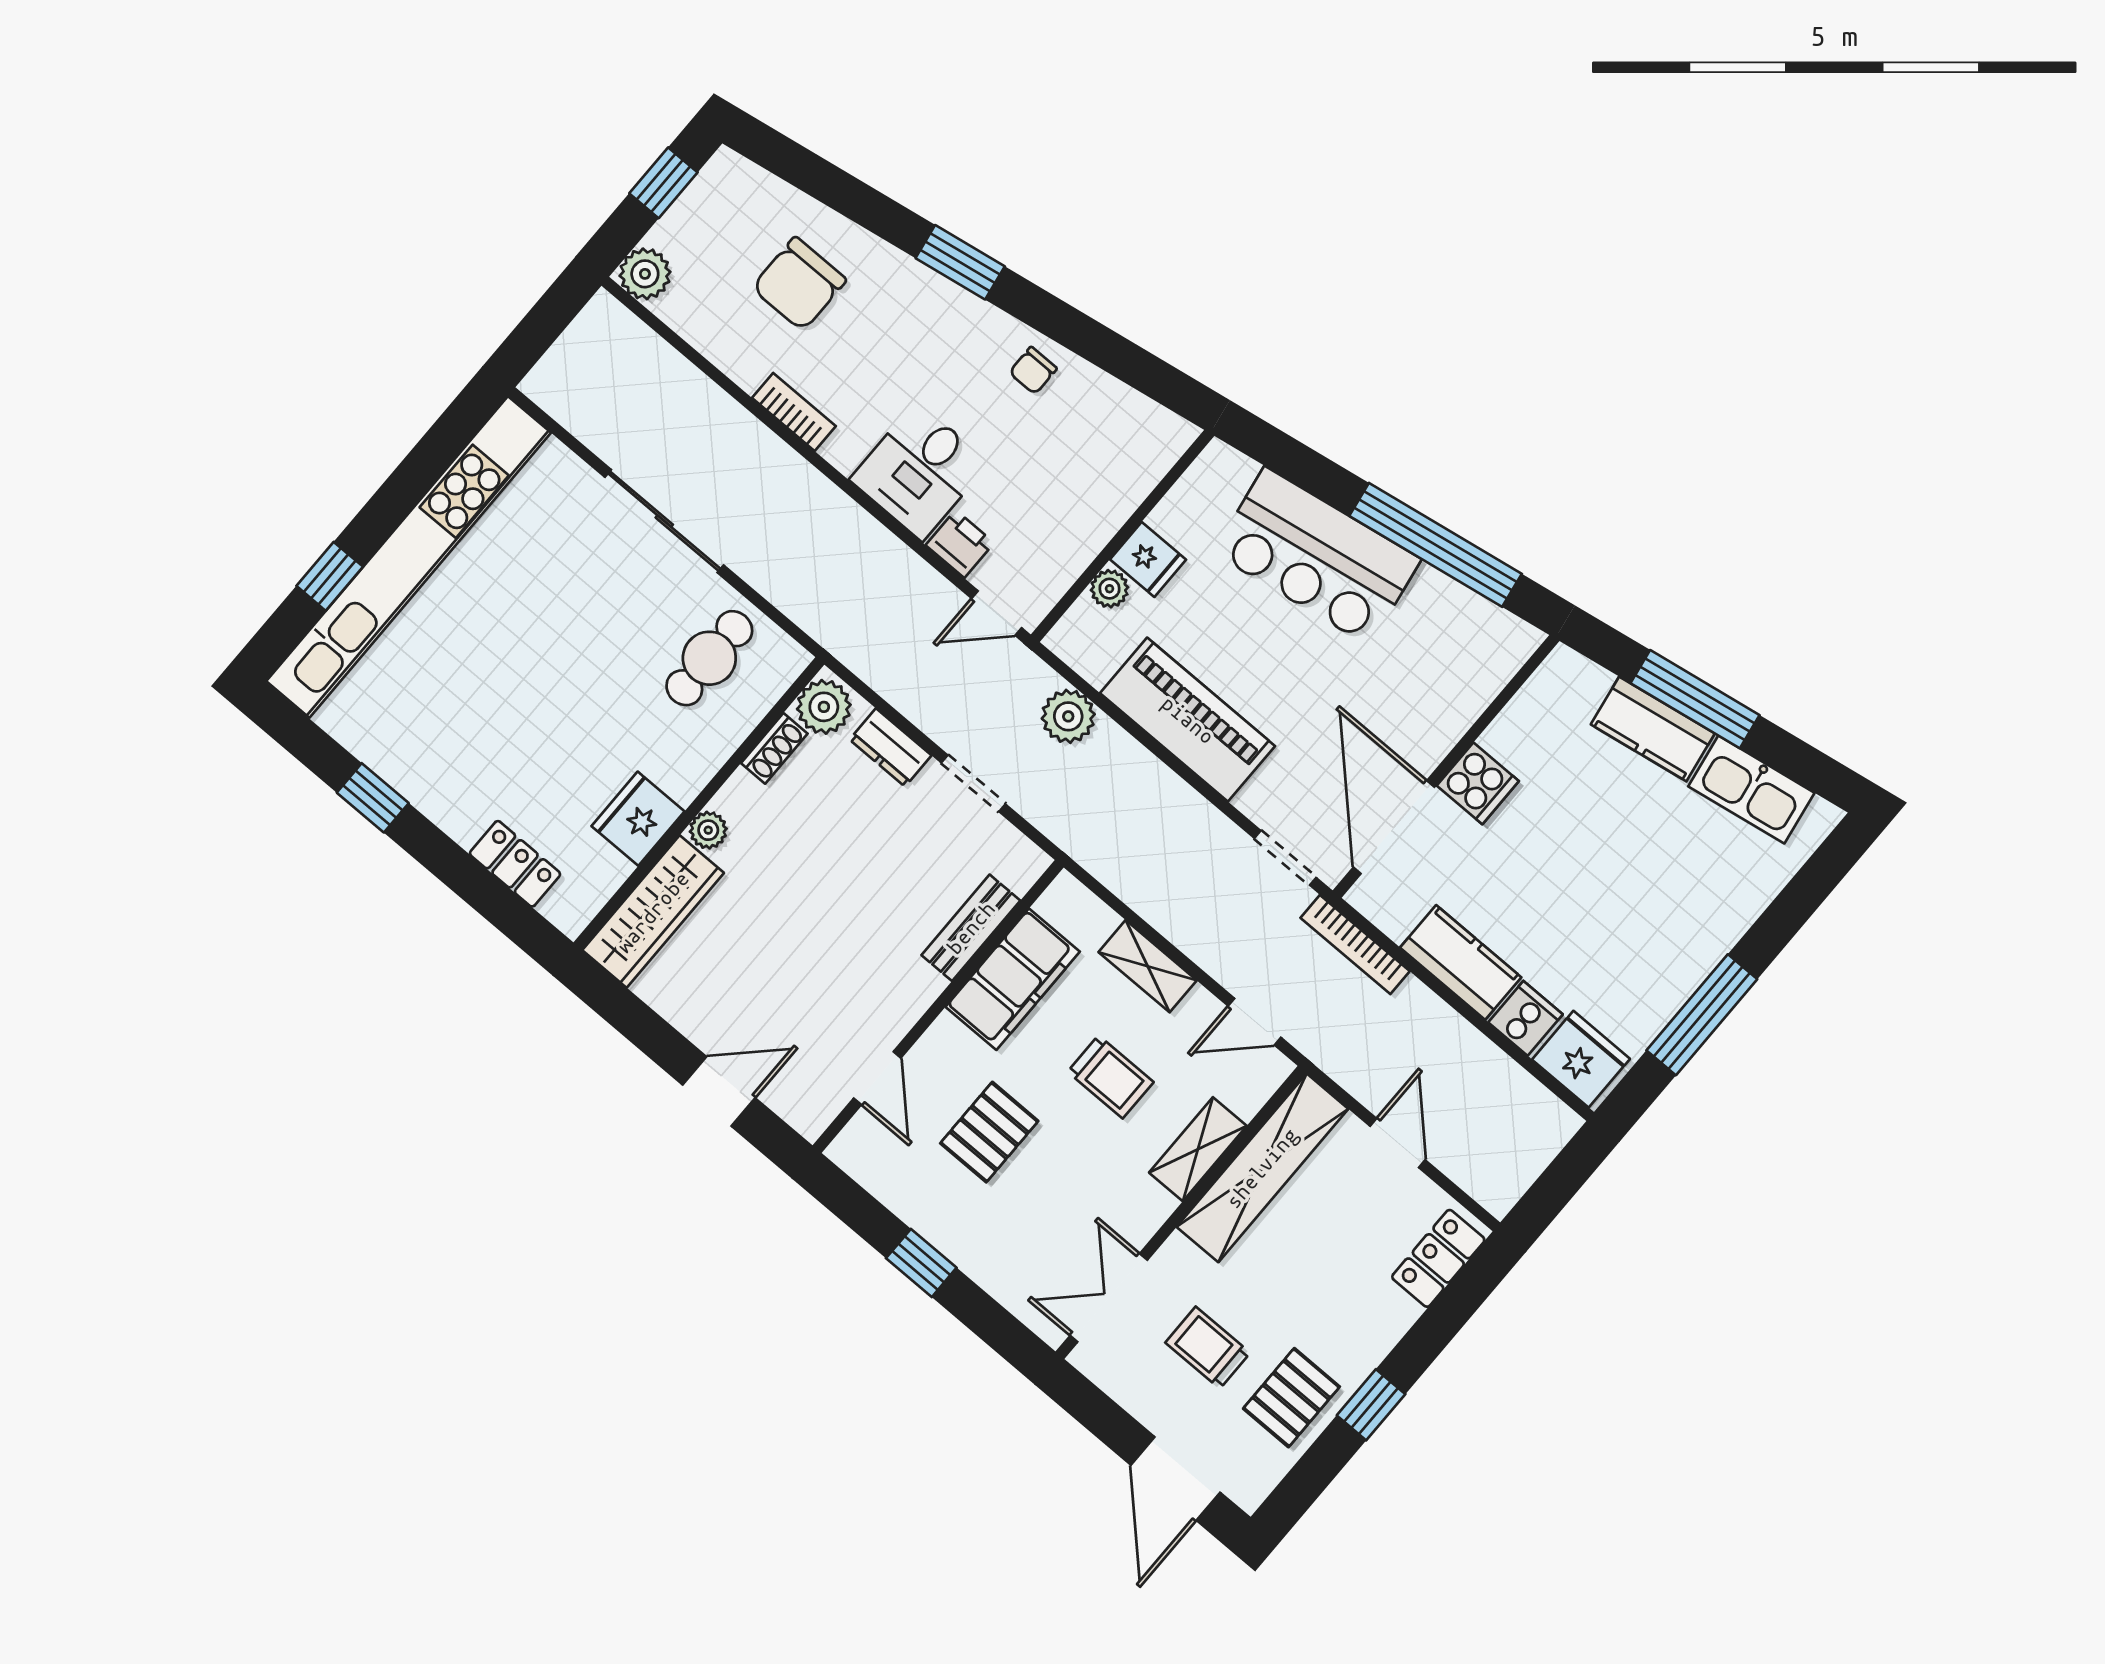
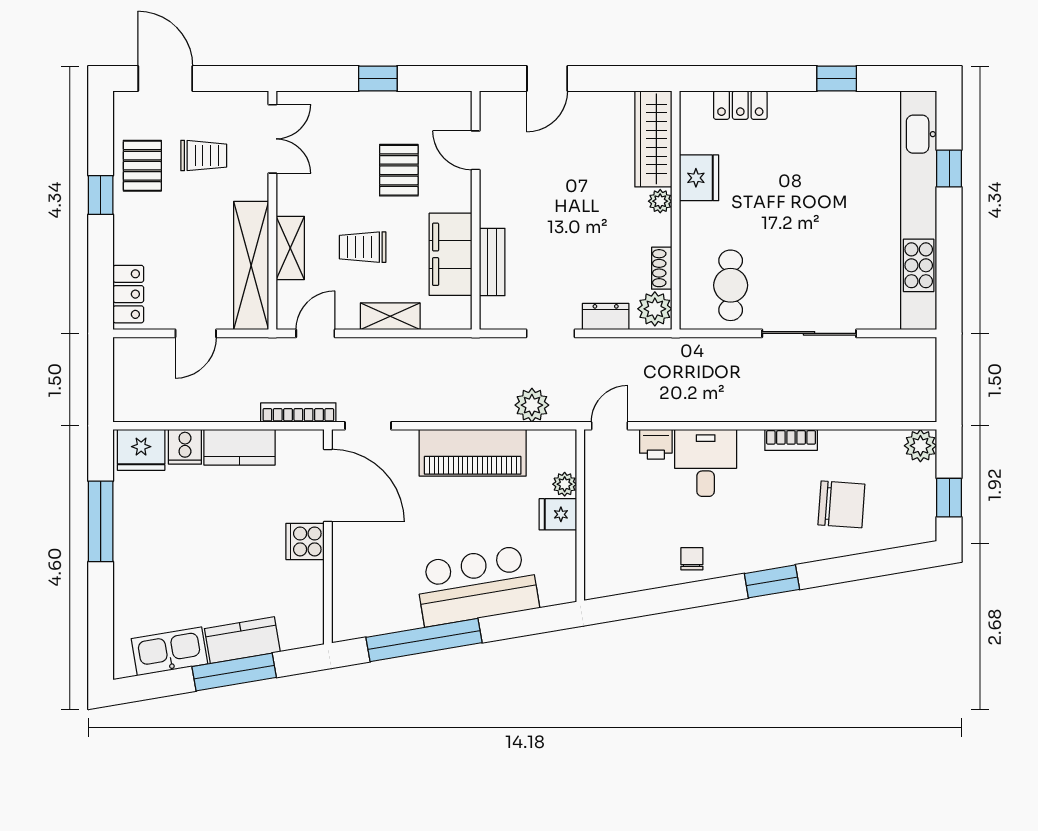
chair: (799, 284) -> (841, 504), turned 94
door: (1398, 1143) -> (196, 333), hinge flipped

